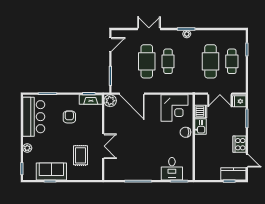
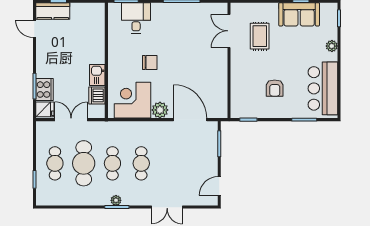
cafe table: (147, 61) -> (112, 163), moved, width x0.73, depth x0.74
fireplace: (91, 99) -> (246, 112), removed
plant: (110, 101) -> (160, 110), moved
chair: (185, 132) -> (150, 62), moved
cooker: (240, 144) -> (45, 90), moved
double door: (103, 146) -> (229, 31), moved

